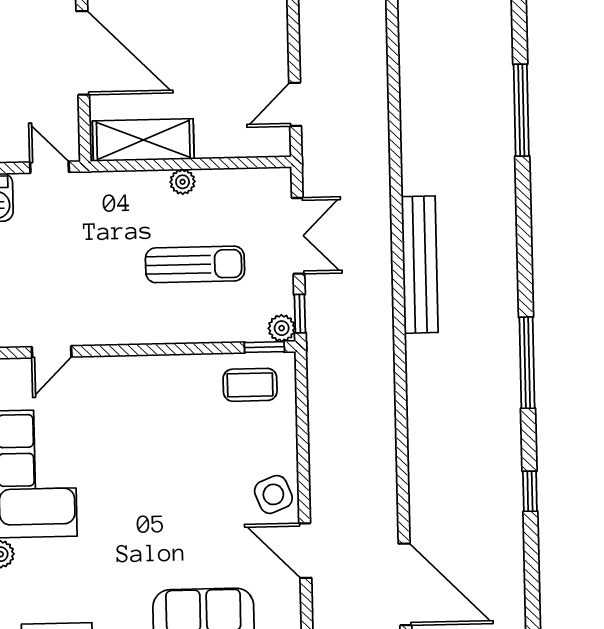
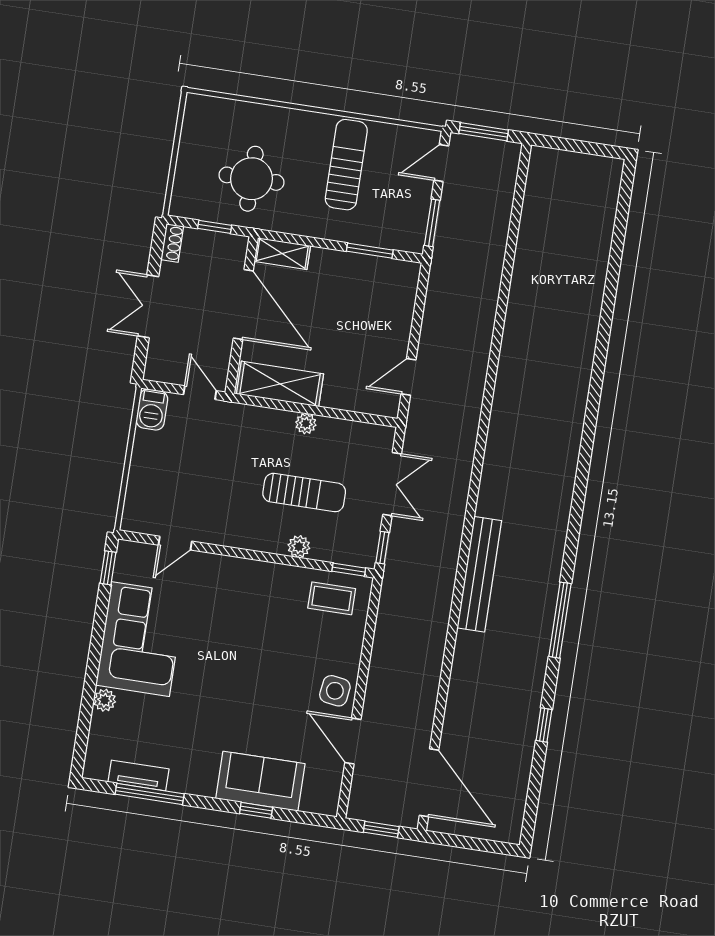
window: (521, 110) -> (591, 414), removed
bench: (420, 265) -> (479, 574), moved
plant: (282, 328) -> (299, 547), moved
side table: (273, 494) -> (335, 691), turned 30

